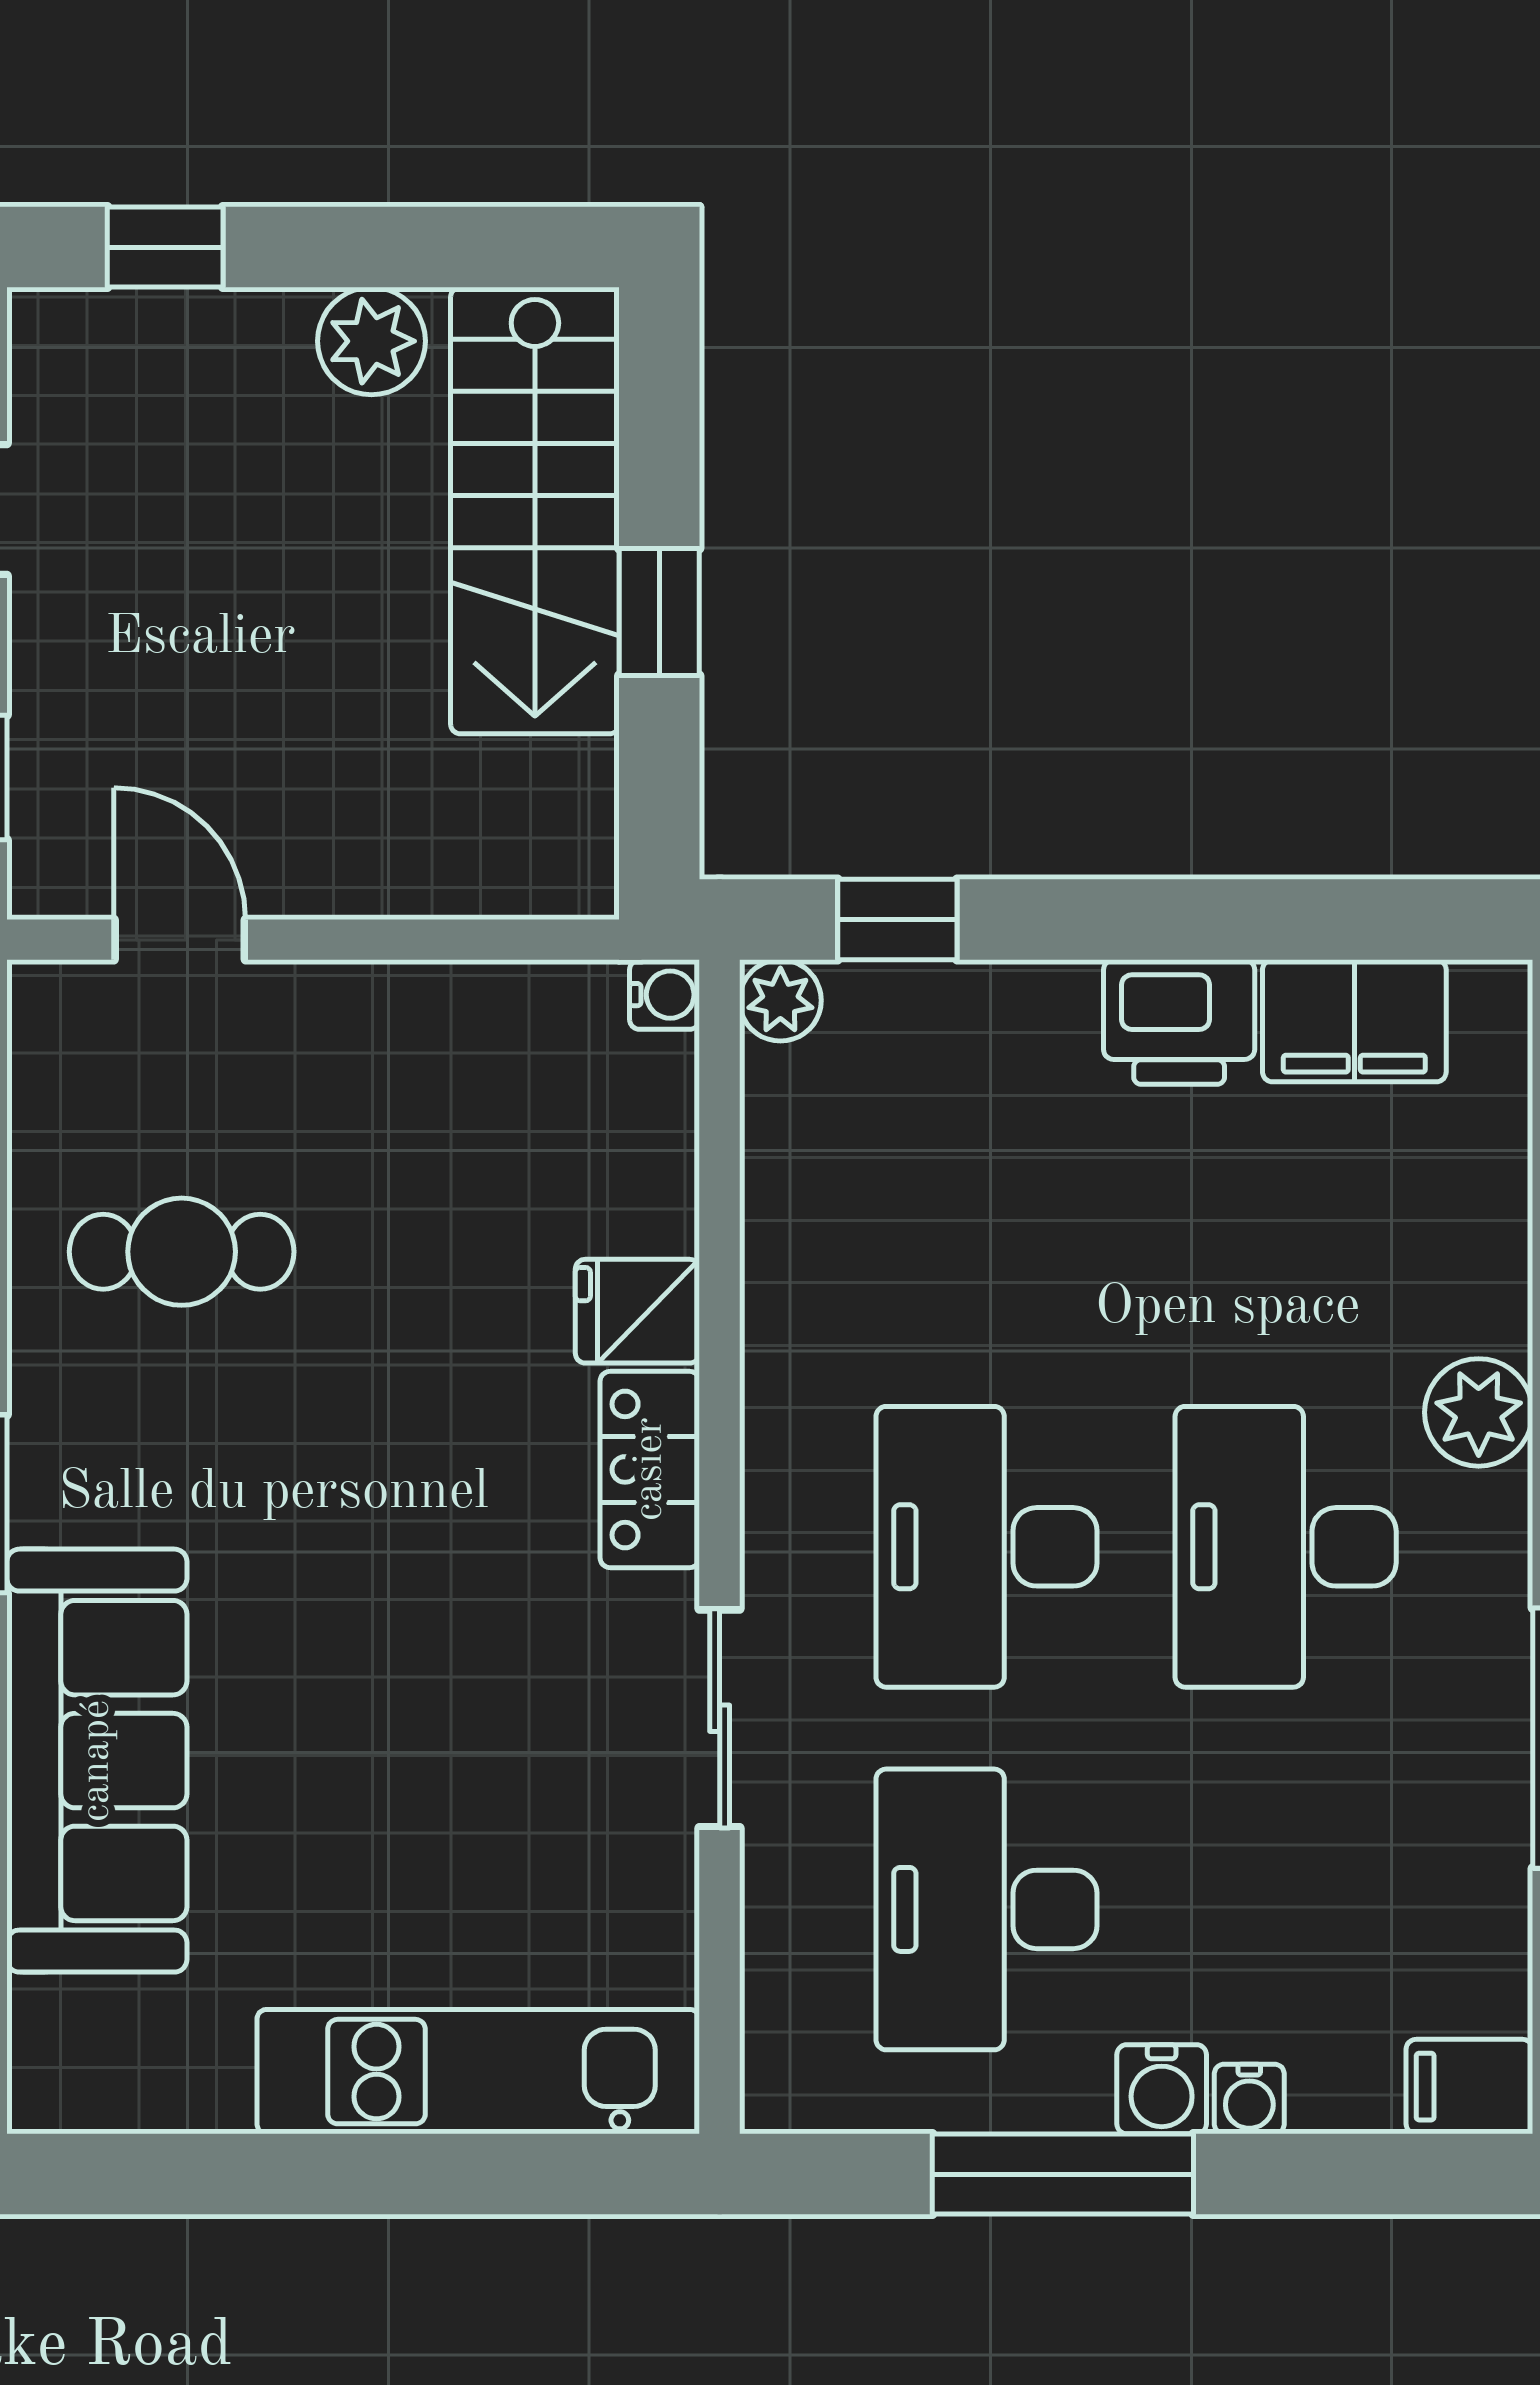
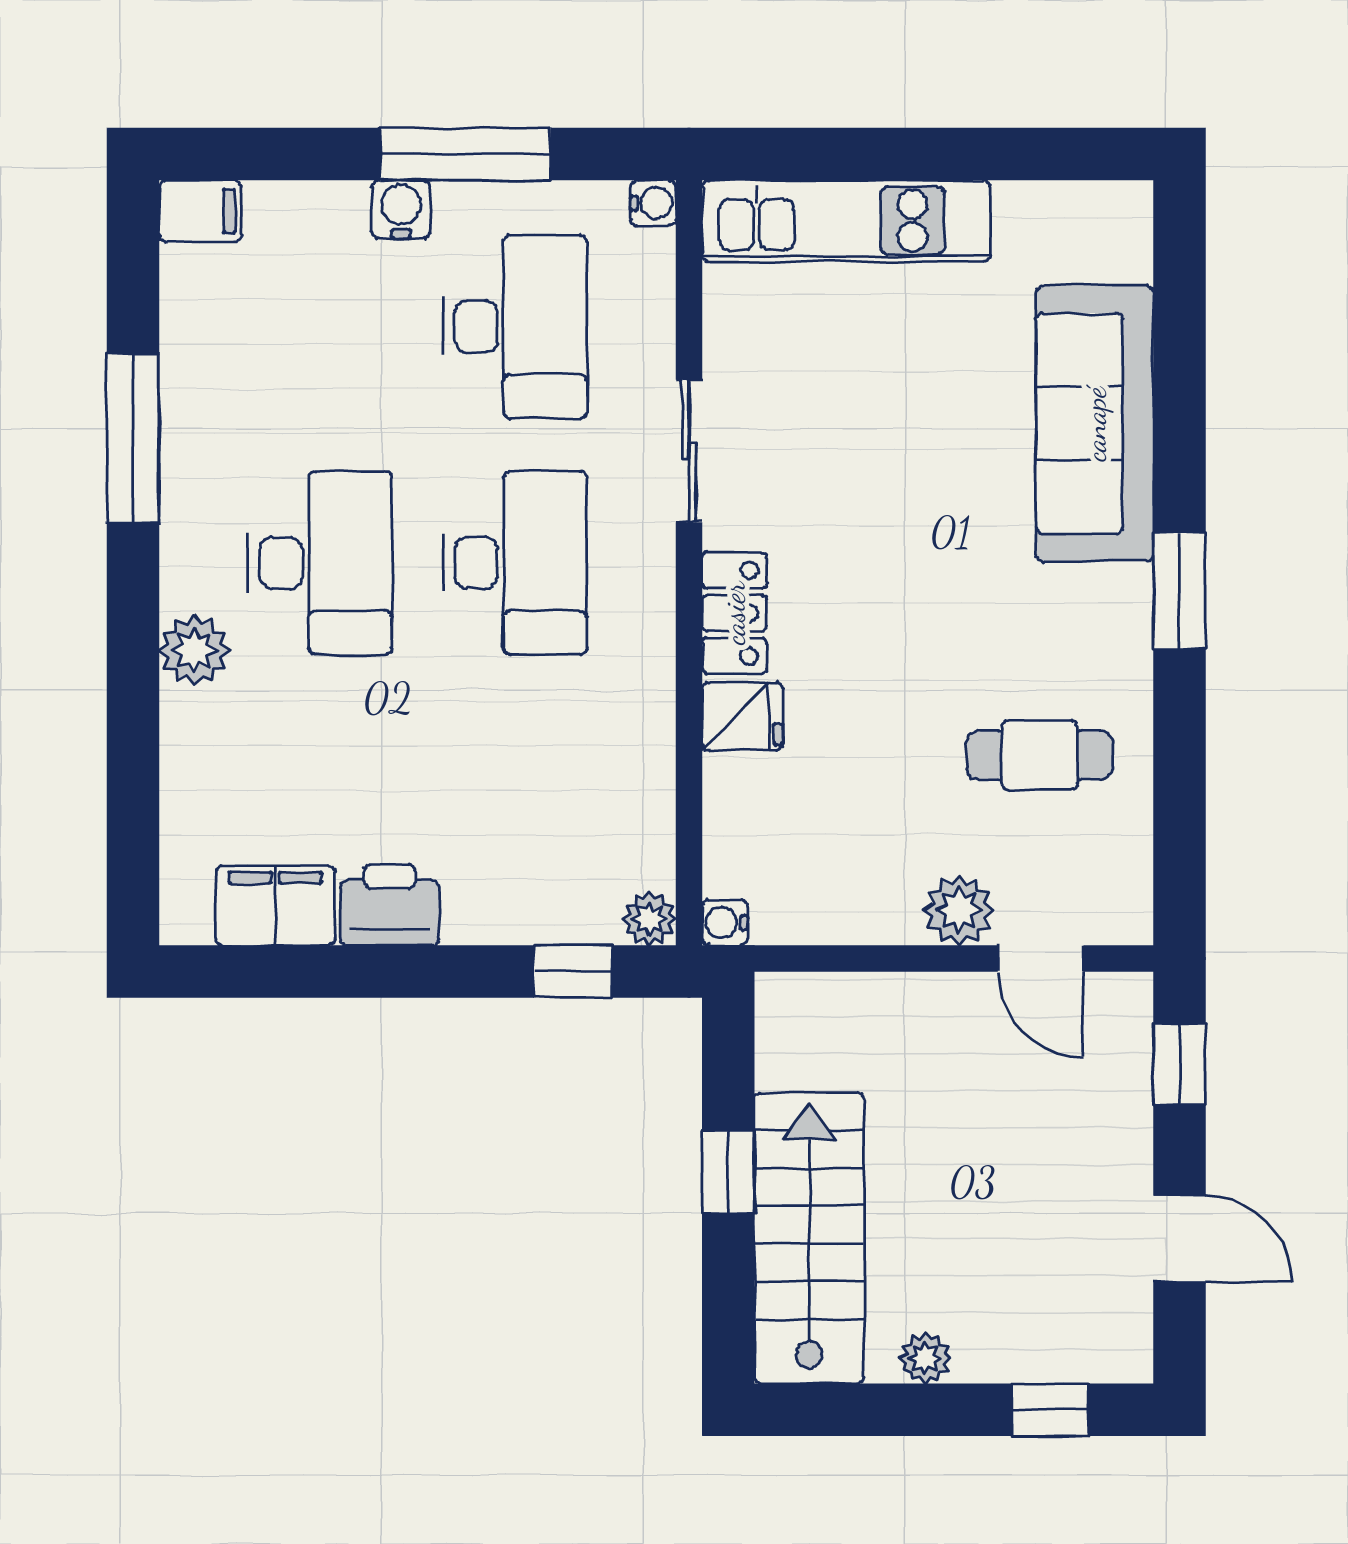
plant: (371, 341) -> (925, 1358), width x0.73, depth x0.73
plant: (305, 1014) -> (959, 910), added
water cooler: (1249, 2099) -> (653, 203), moved, turned 90

